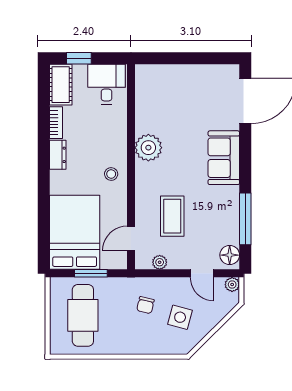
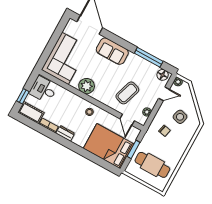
corner sofa: (173, 91) -> (65, 58), added
coffee table: (172, 216) -> (127, 93), turned -72

